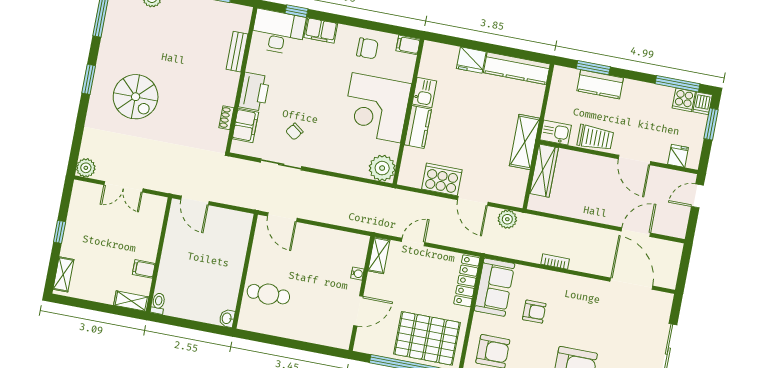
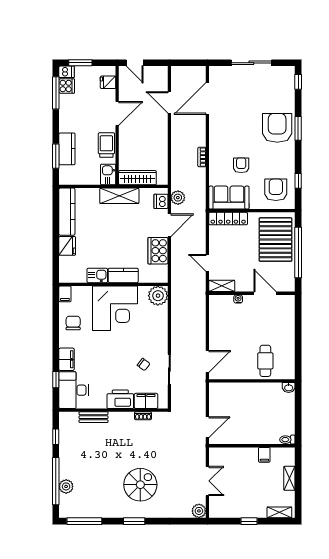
dishwasher: (507, 196) -> (161, 201), added
shelving: (131, 301) -> (289, 478), moved

